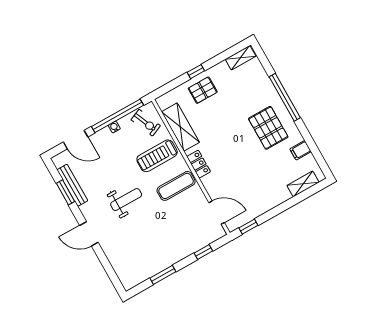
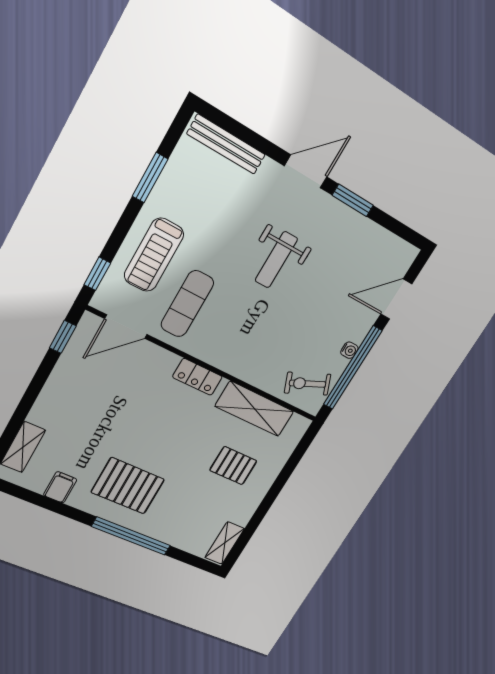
window: (196, 72) -> (275, 490), removed
pallet: (203, 90) -> (233, 466), moved, turned 90
treadmill: (157, 156) -> (154, 255), moved, turned 180
bench: (72, 185) -> (226, 144), moved
exercise mat: (176, 186) -> (187, 304), moved
window: (65, 192) -> (353, 200), moved
window: (203, 252) -> (97, 274), moved

